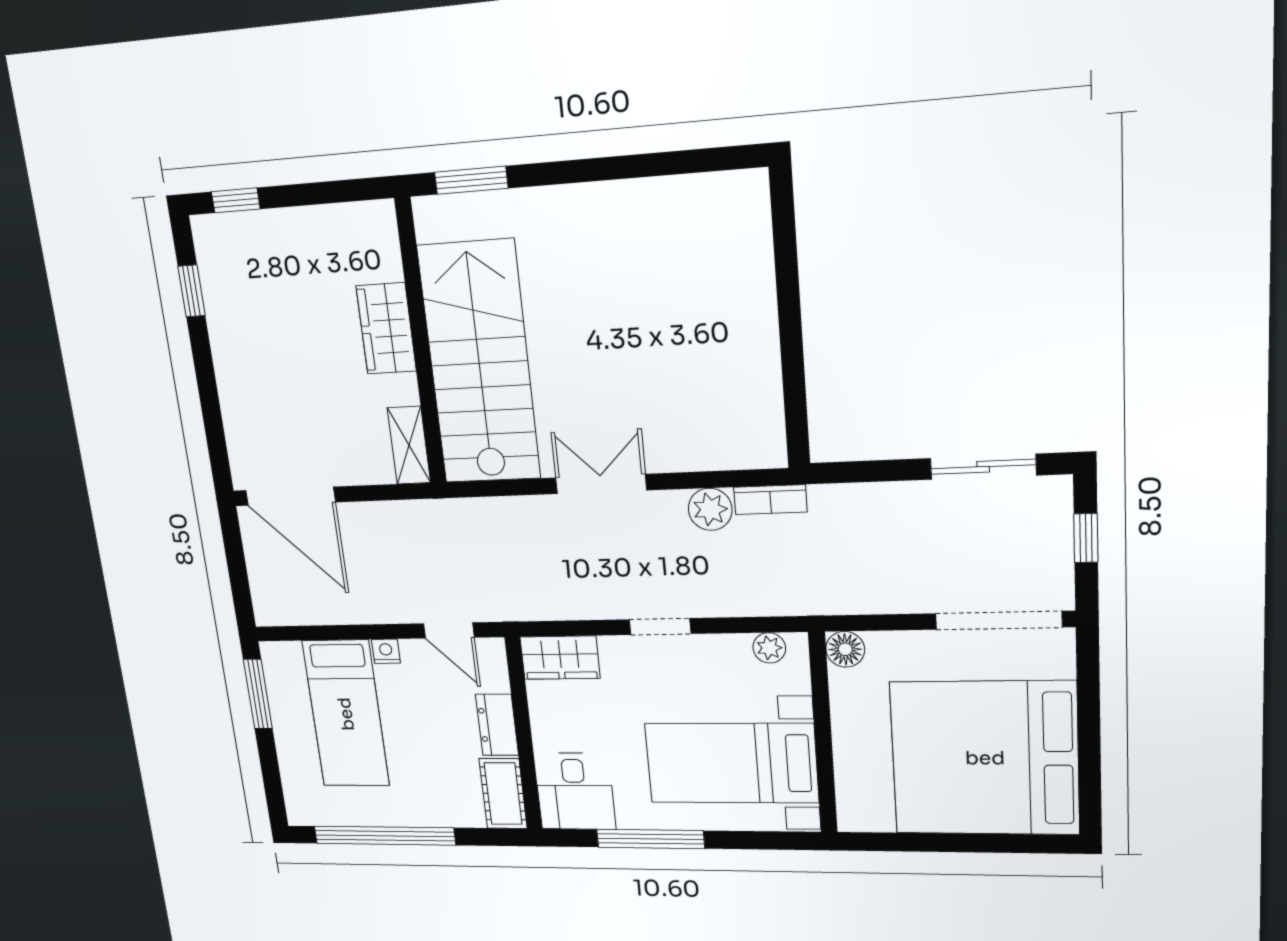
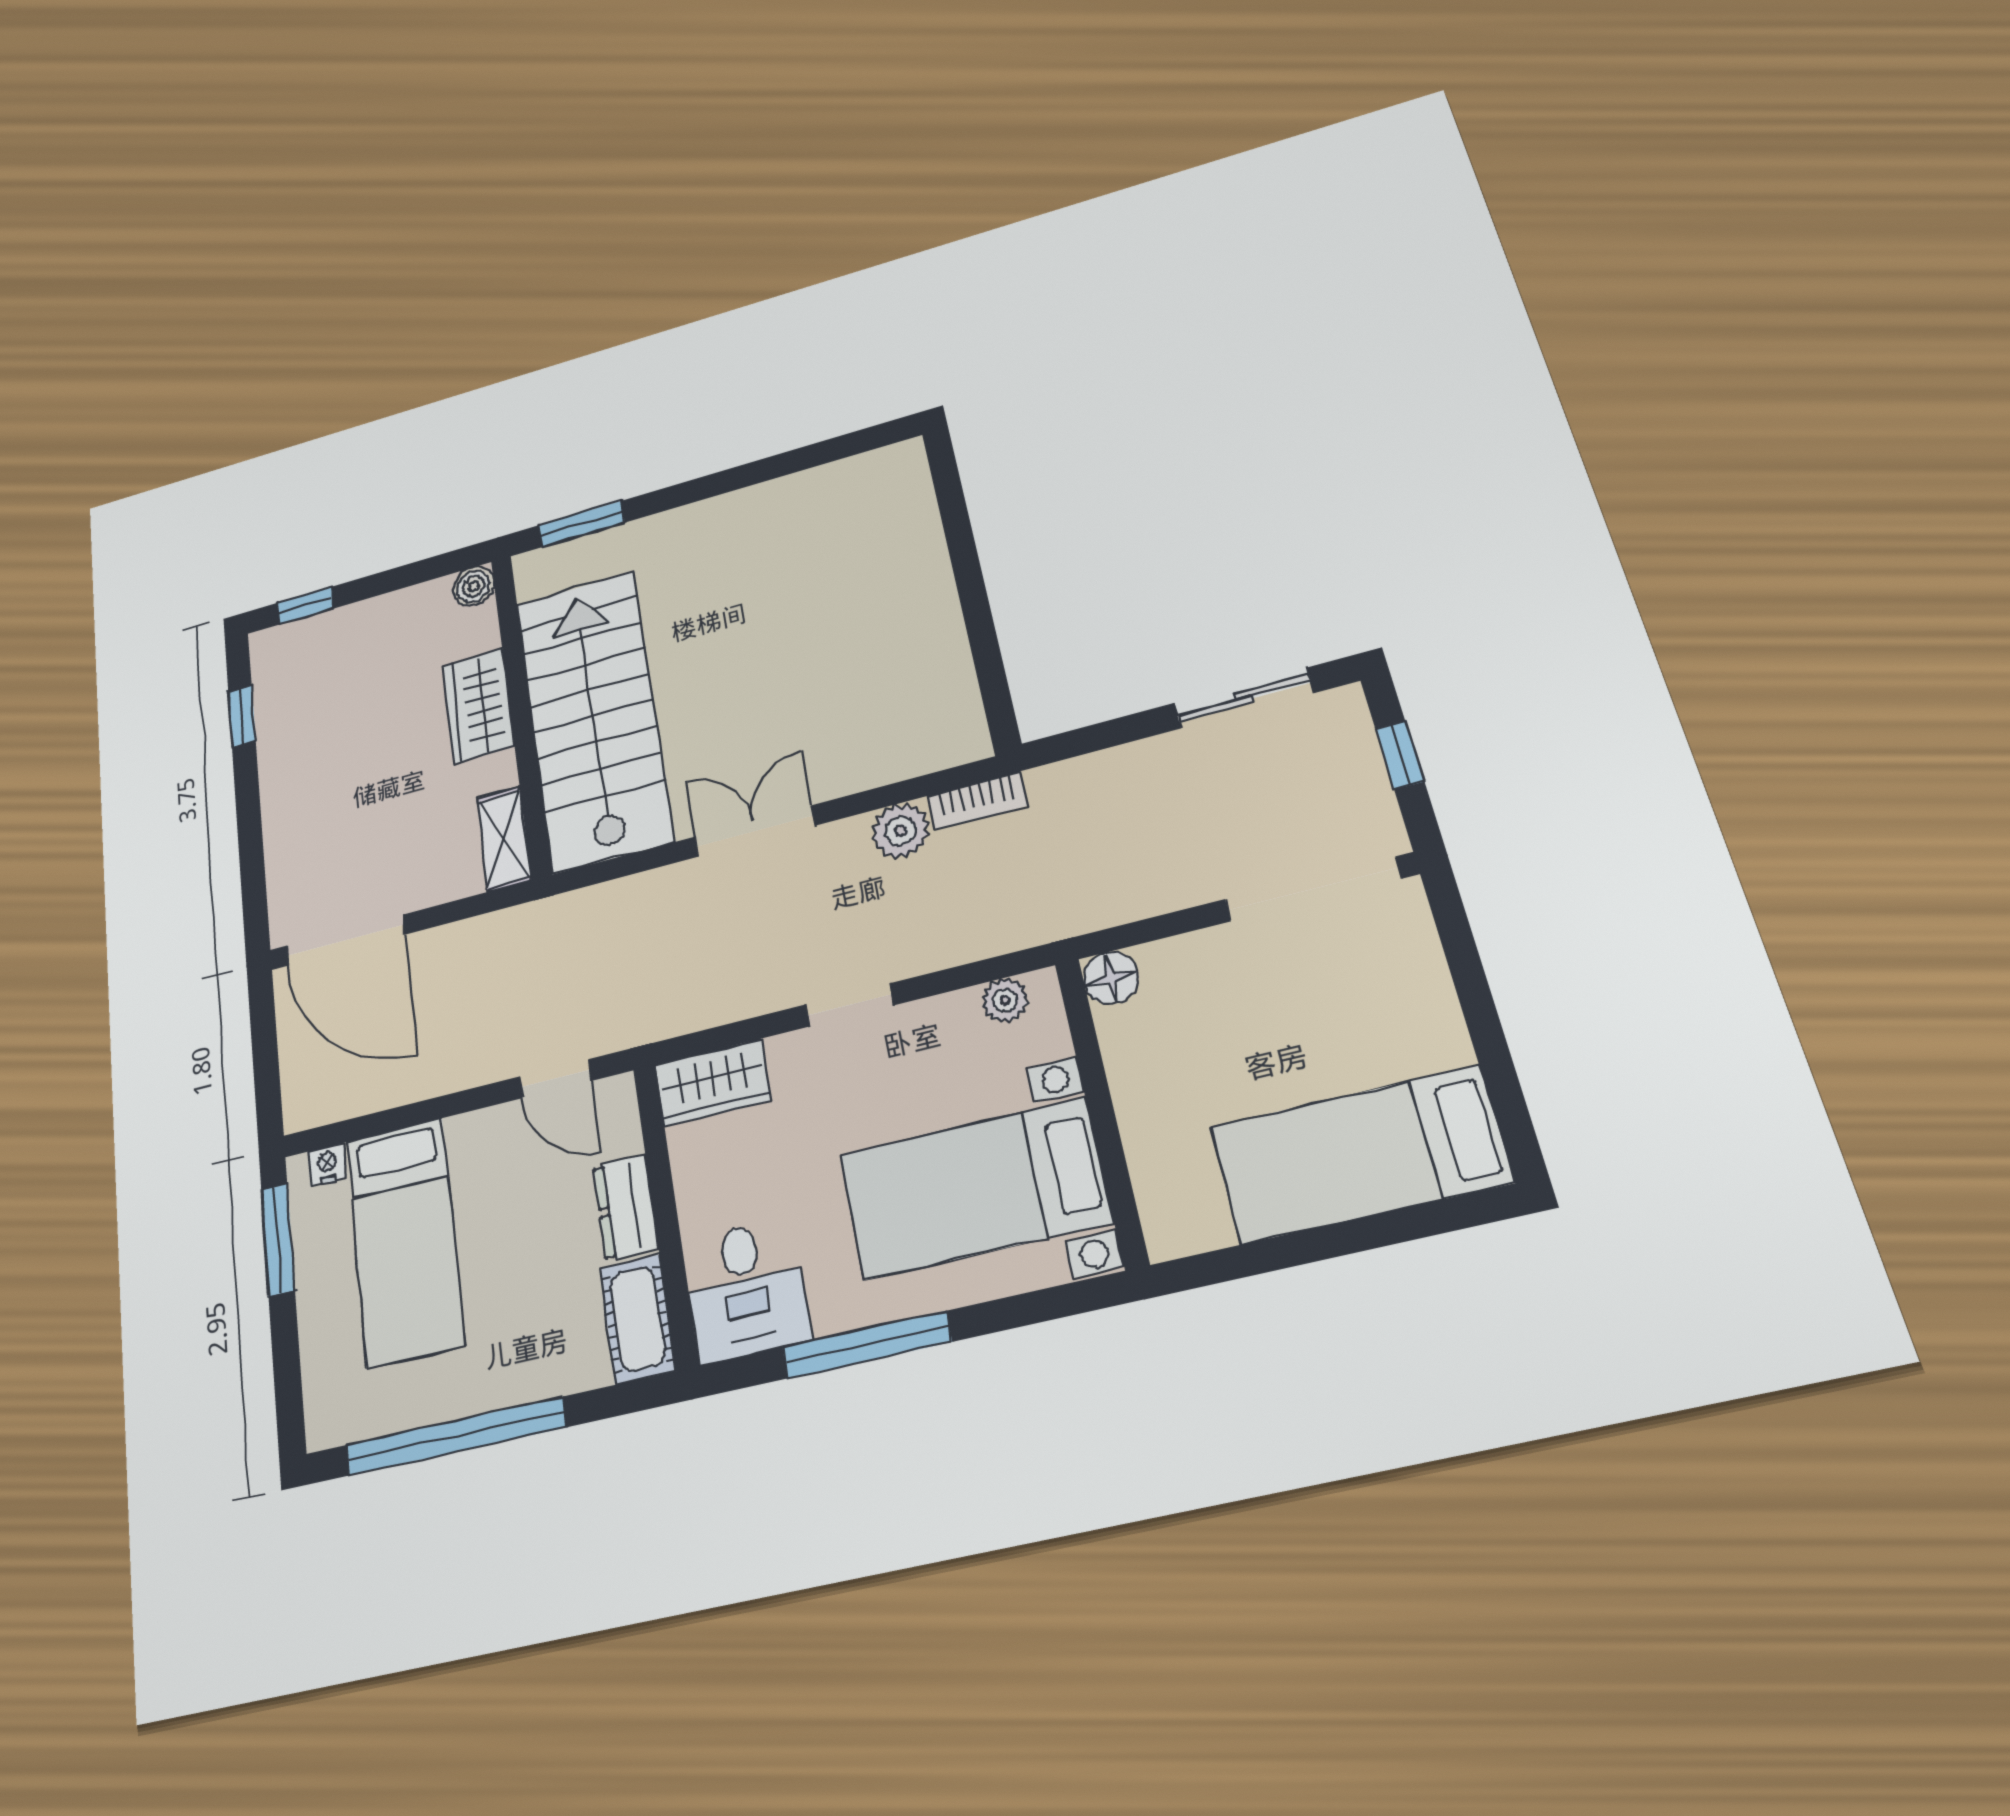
boiler: (379, 218) -> (474, 586), added
nightstand: (386, 651) -> (327, 1165), moved
bed: (985, 758) -> (1360, 1155), width x0.49

